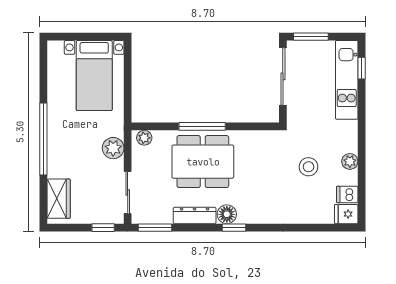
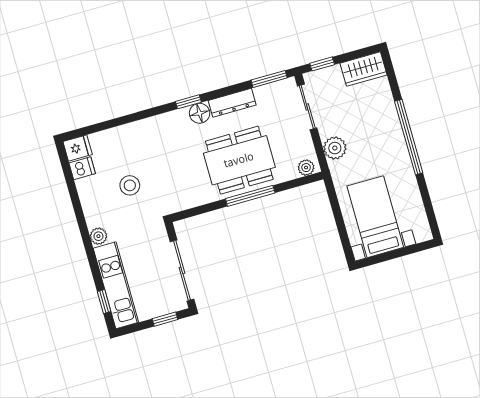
window: (311, 37) -> (165, 319), width x0.67
plant: (350, 161) -> (98, 236), moved
wardrobe: (59, 199) -> (363, 69), moved, turned -90

